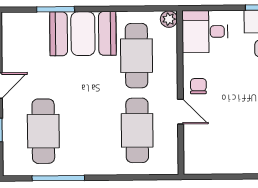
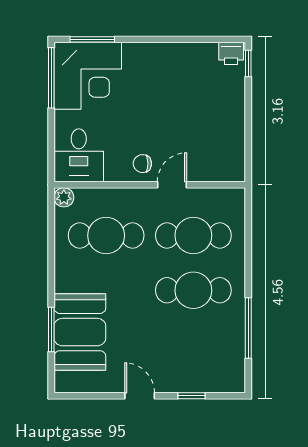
booth: (83, 34) -> (80, 332), moved
cafe table: (43, 131) -> (193, 290), moved

